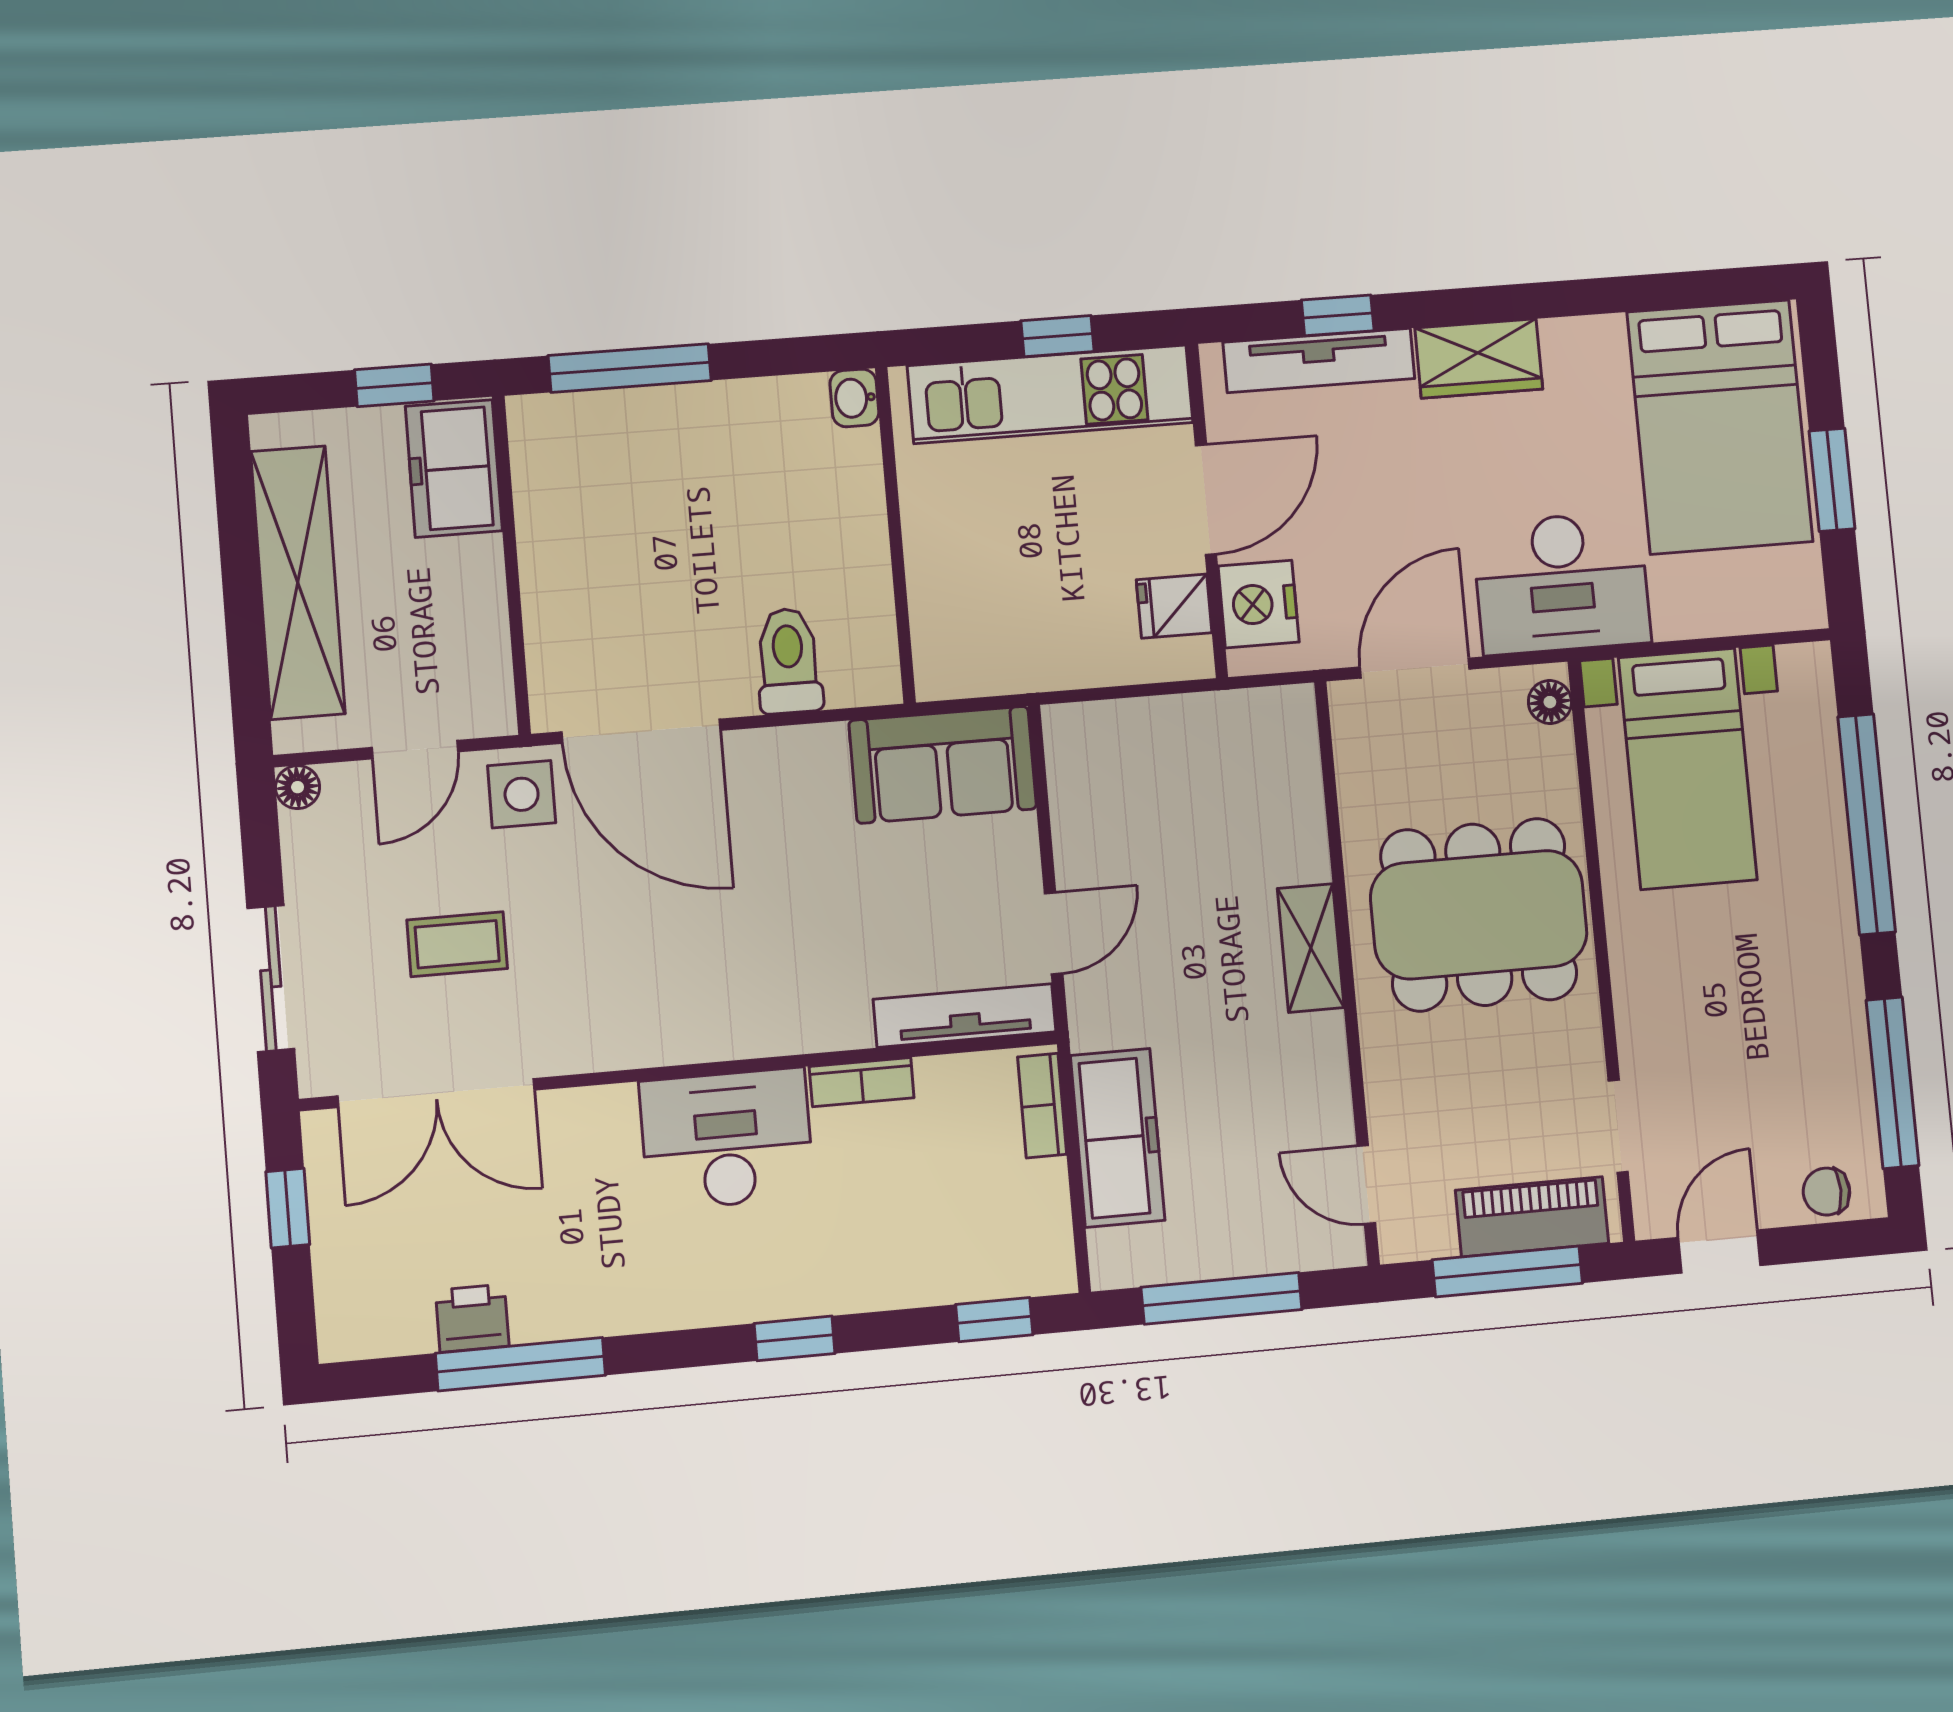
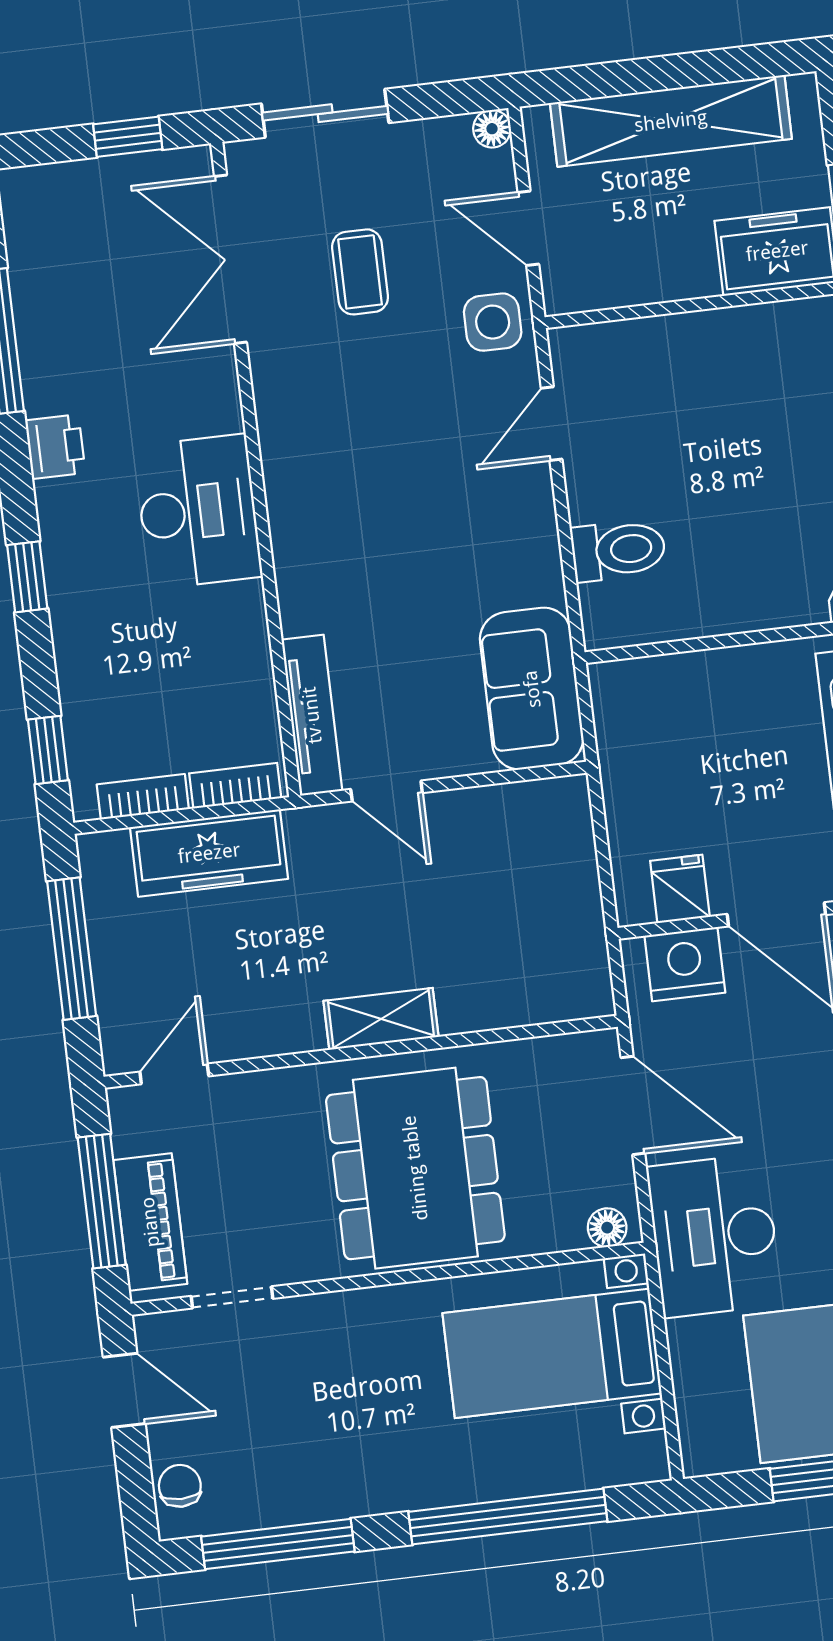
door: (641, 731) -> (552, 424), width x0.53
bookcase: (862, 1082) -> (143, 797), moved, turned 90
printer: (472, 1318) -> (55, 447), moved

